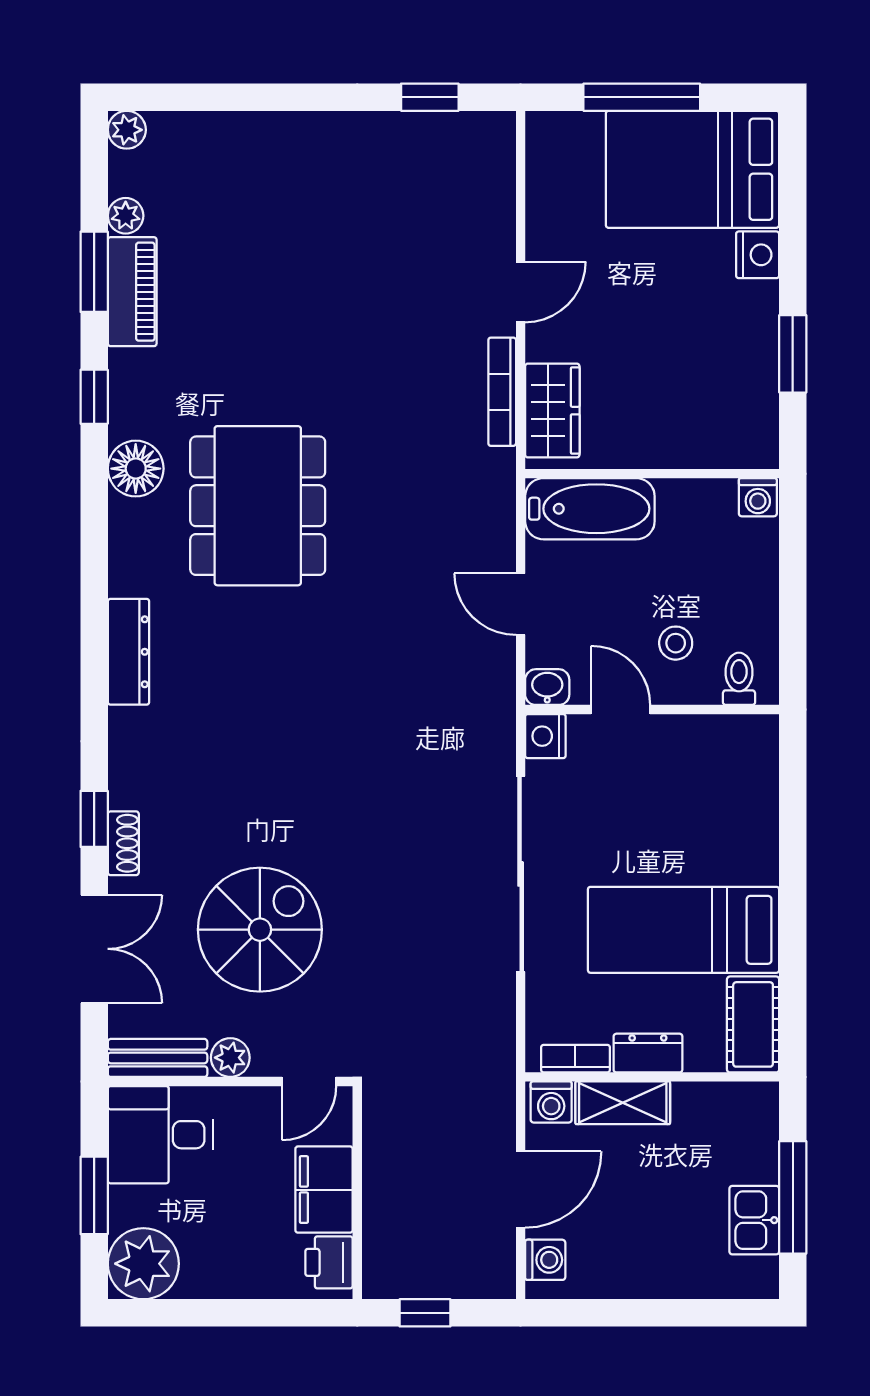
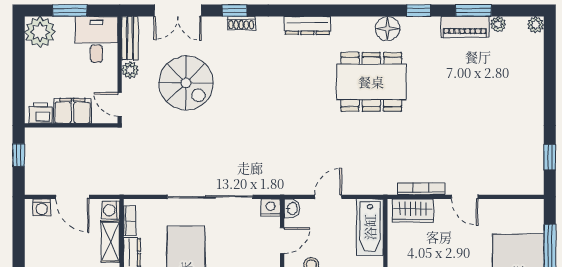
shoe rack: (123, 843) -> (241, 23), moved

